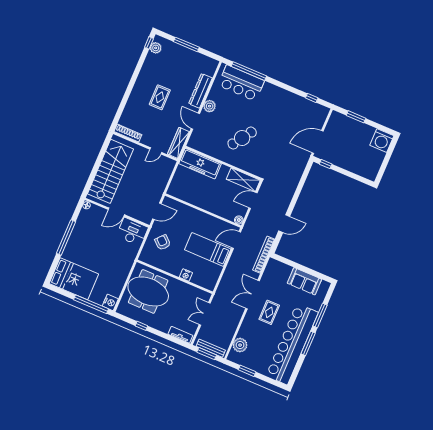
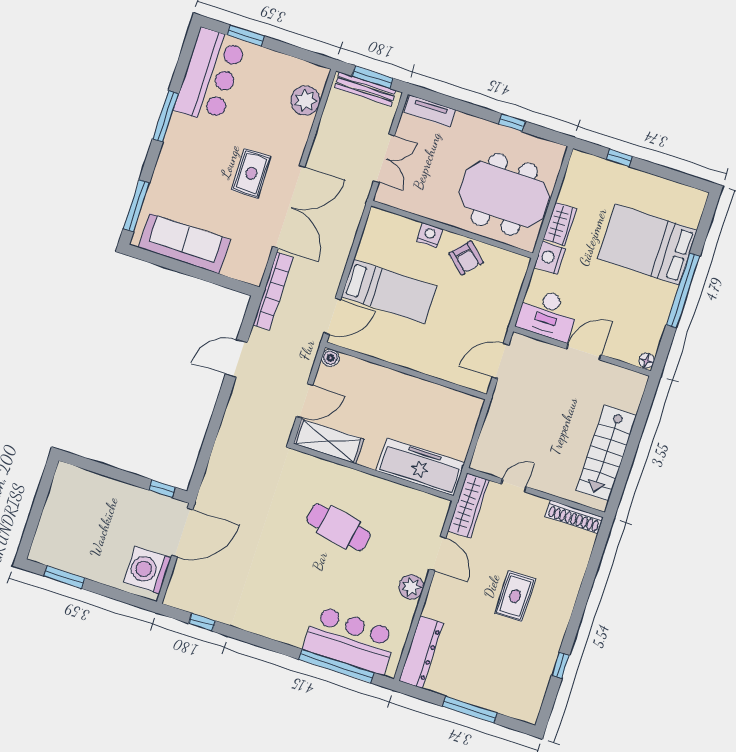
window: (149, 43) -> (560, 665), moved
plant: (156, 48) -> (533, 697), removed
dresser: (201, 91) -> (421, 652), moved
window: (356, 117) -> (65, 577), moved
cafe table: (242, 138) -> (338, 527), turned 67
washing machine: (382, 141) -> (147, 570), moved, turned -90
stairs: (110, 171) -> (606, 453), width x0.73, depth x0.66
armchair: (163, 242) -> (466, 258), moved
wardrobe: (123, 275) -> (560, 224), added
bed: (74, 279) -> (647, 244), moved
sofa: (304, 281) -> (184, 244), width x1.36
double door: (253, 295) -> (289, 207), width x1.36
nightstand: (110, 302) -> (550, 258), moved
window: (91, 304) -> (619, 158), width x0.32
window: (320, 316) -> (136, 206), moved
bar counter: (292, 344) -> (210, 76), width x0.54
window: (247, 371) -> (246, 36), moved

